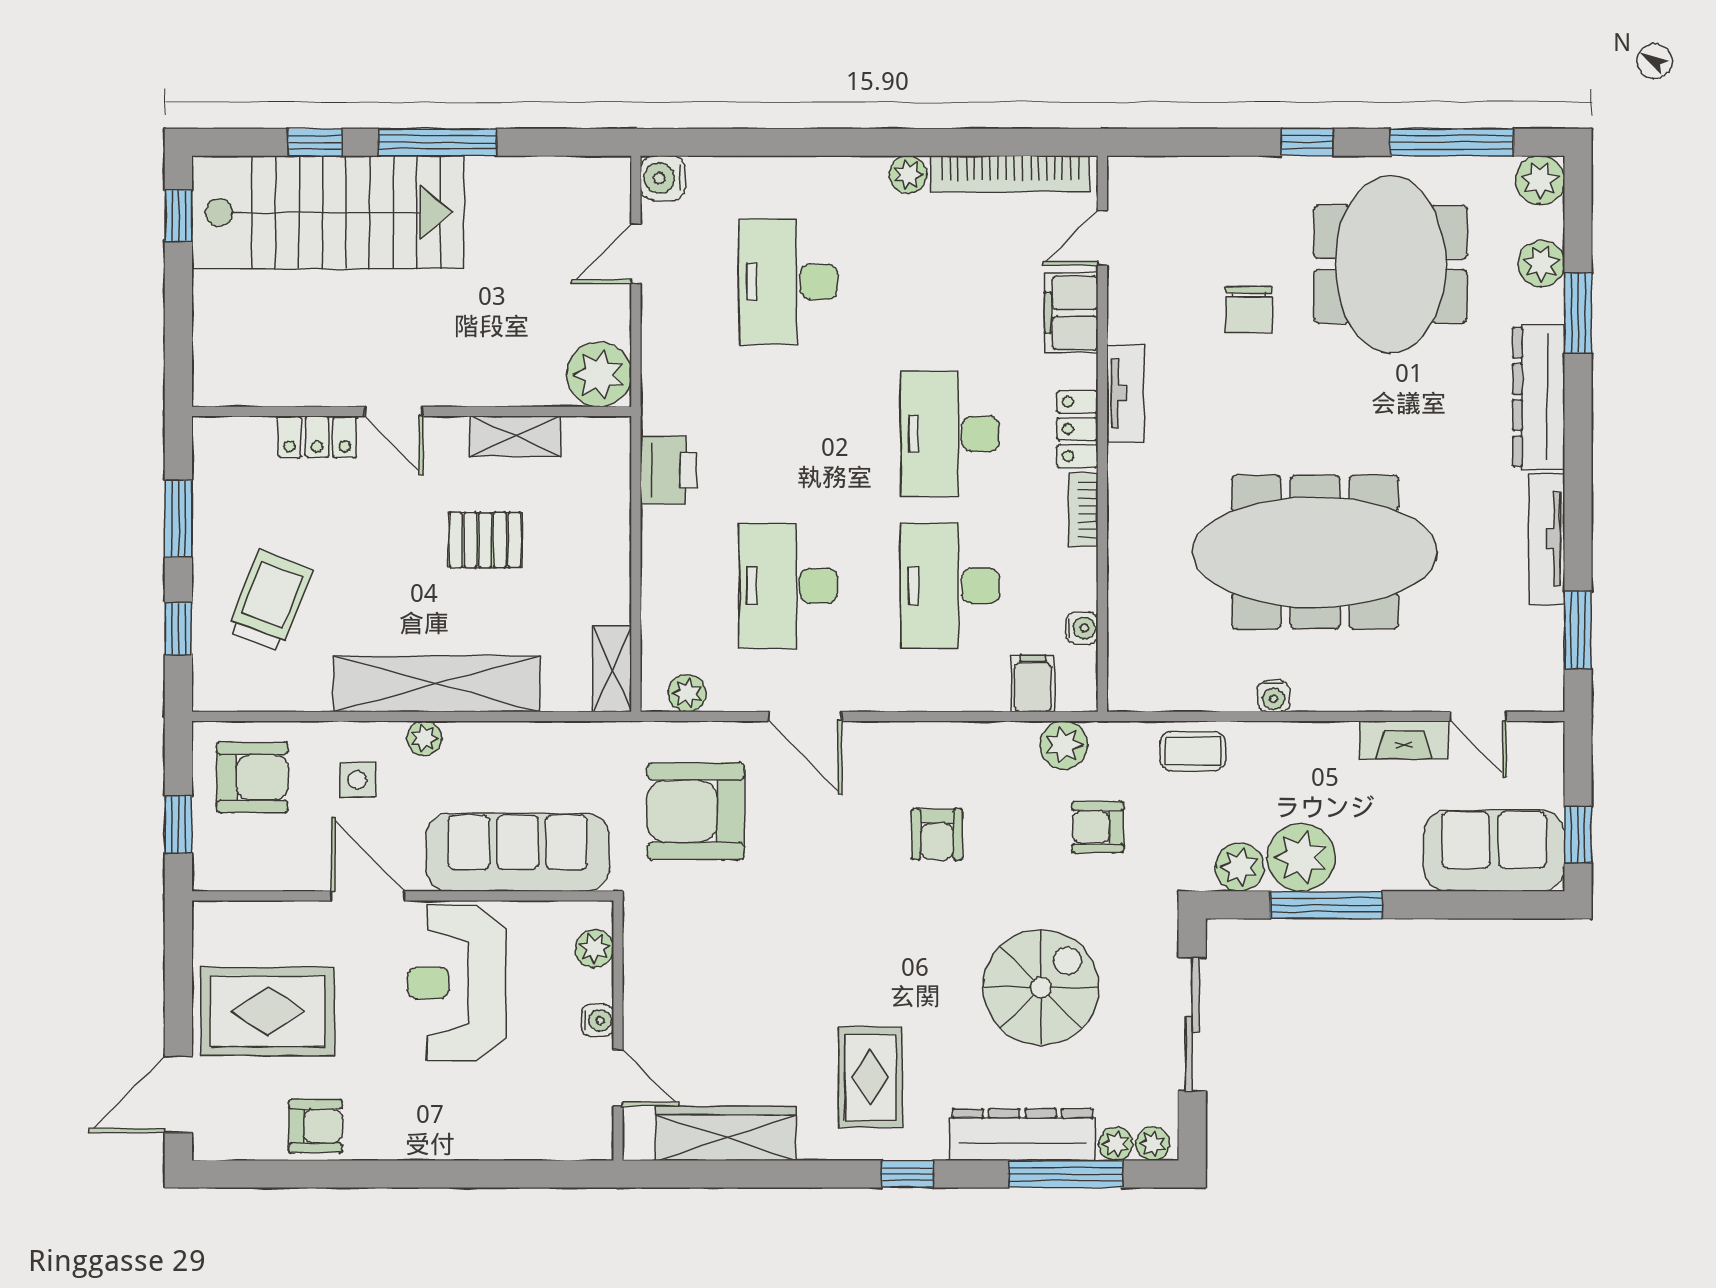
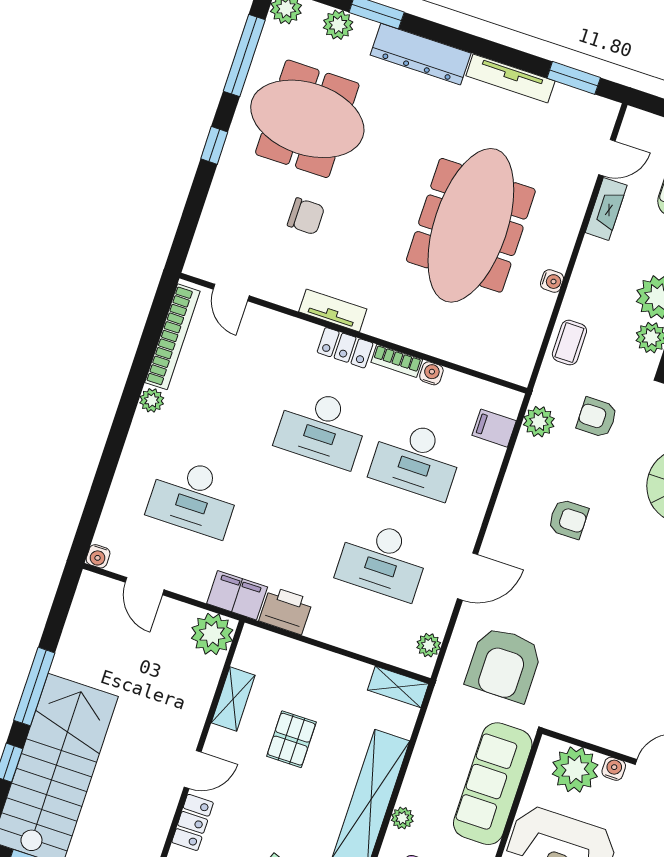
water cooler: (663, 178) -> (98, 556), width x0.72, depth x0.72
filing cabinet: (1071, 313) -> (237, 595), moved, turned 180
water cooler: (1082, 628) -> (431, 373), moved
armchair: (1098, 827) -> (597, 417), turned 90
plant: (594, 948) -> (575, 770), width x1.87, depth x1.87

